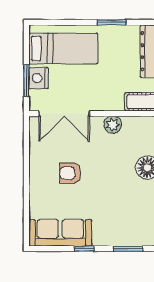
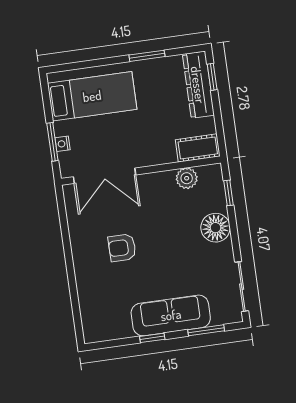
nightstand: (39, 78) -> (63, 144), width x0.53, depth x0.56
plant: (113, 125) -> (187, 178), moved
sofa: (60, 233) -> (171, 315), moved

